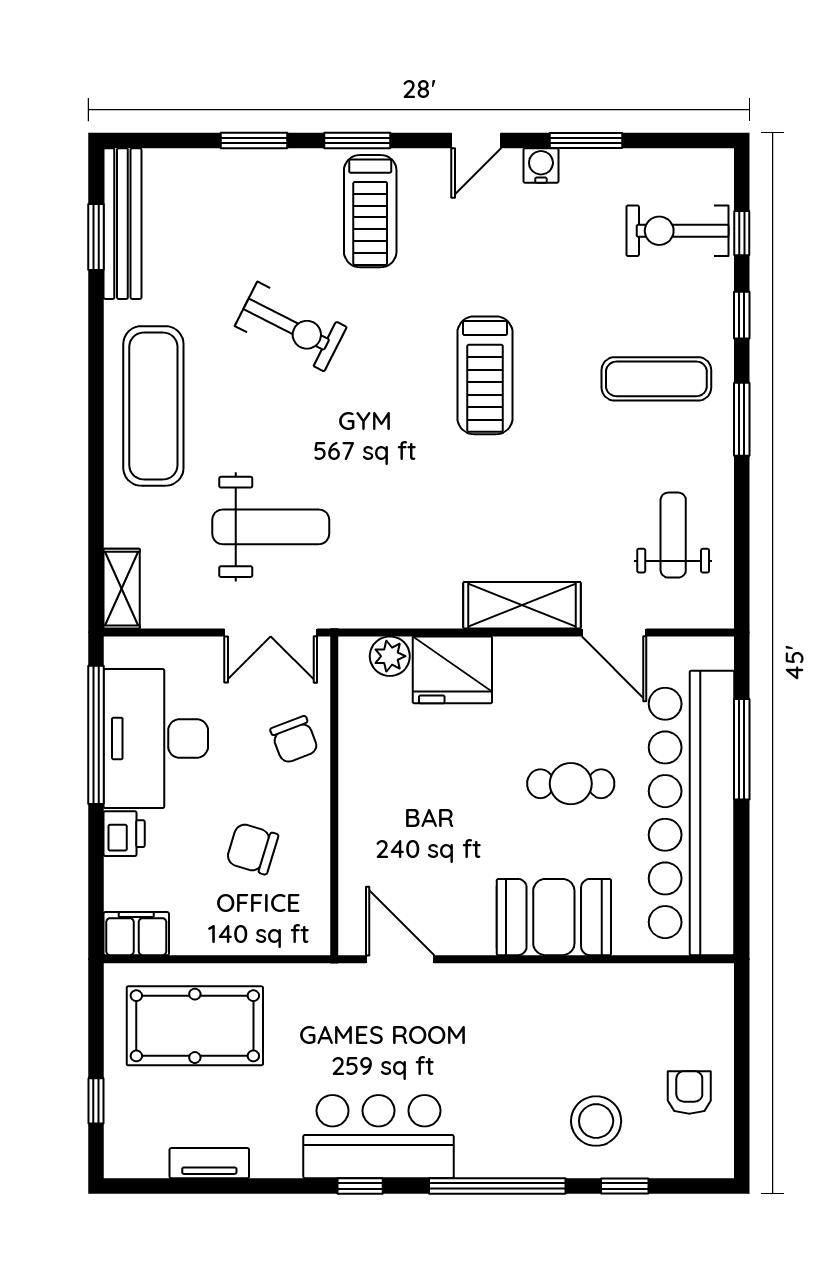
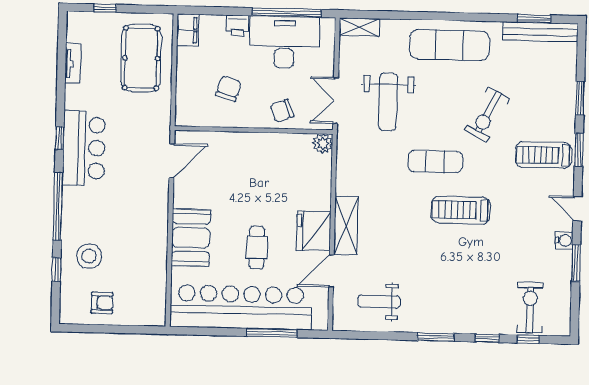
exercise mat: (656, 379) -> (435, 161), moved, turned 90
weight bench: (673, 535) -> (379, 302), turned 180
plant: (390, 656) -> (323, 144), moved
fridge: (452, 670) -> (314, 231), moved

